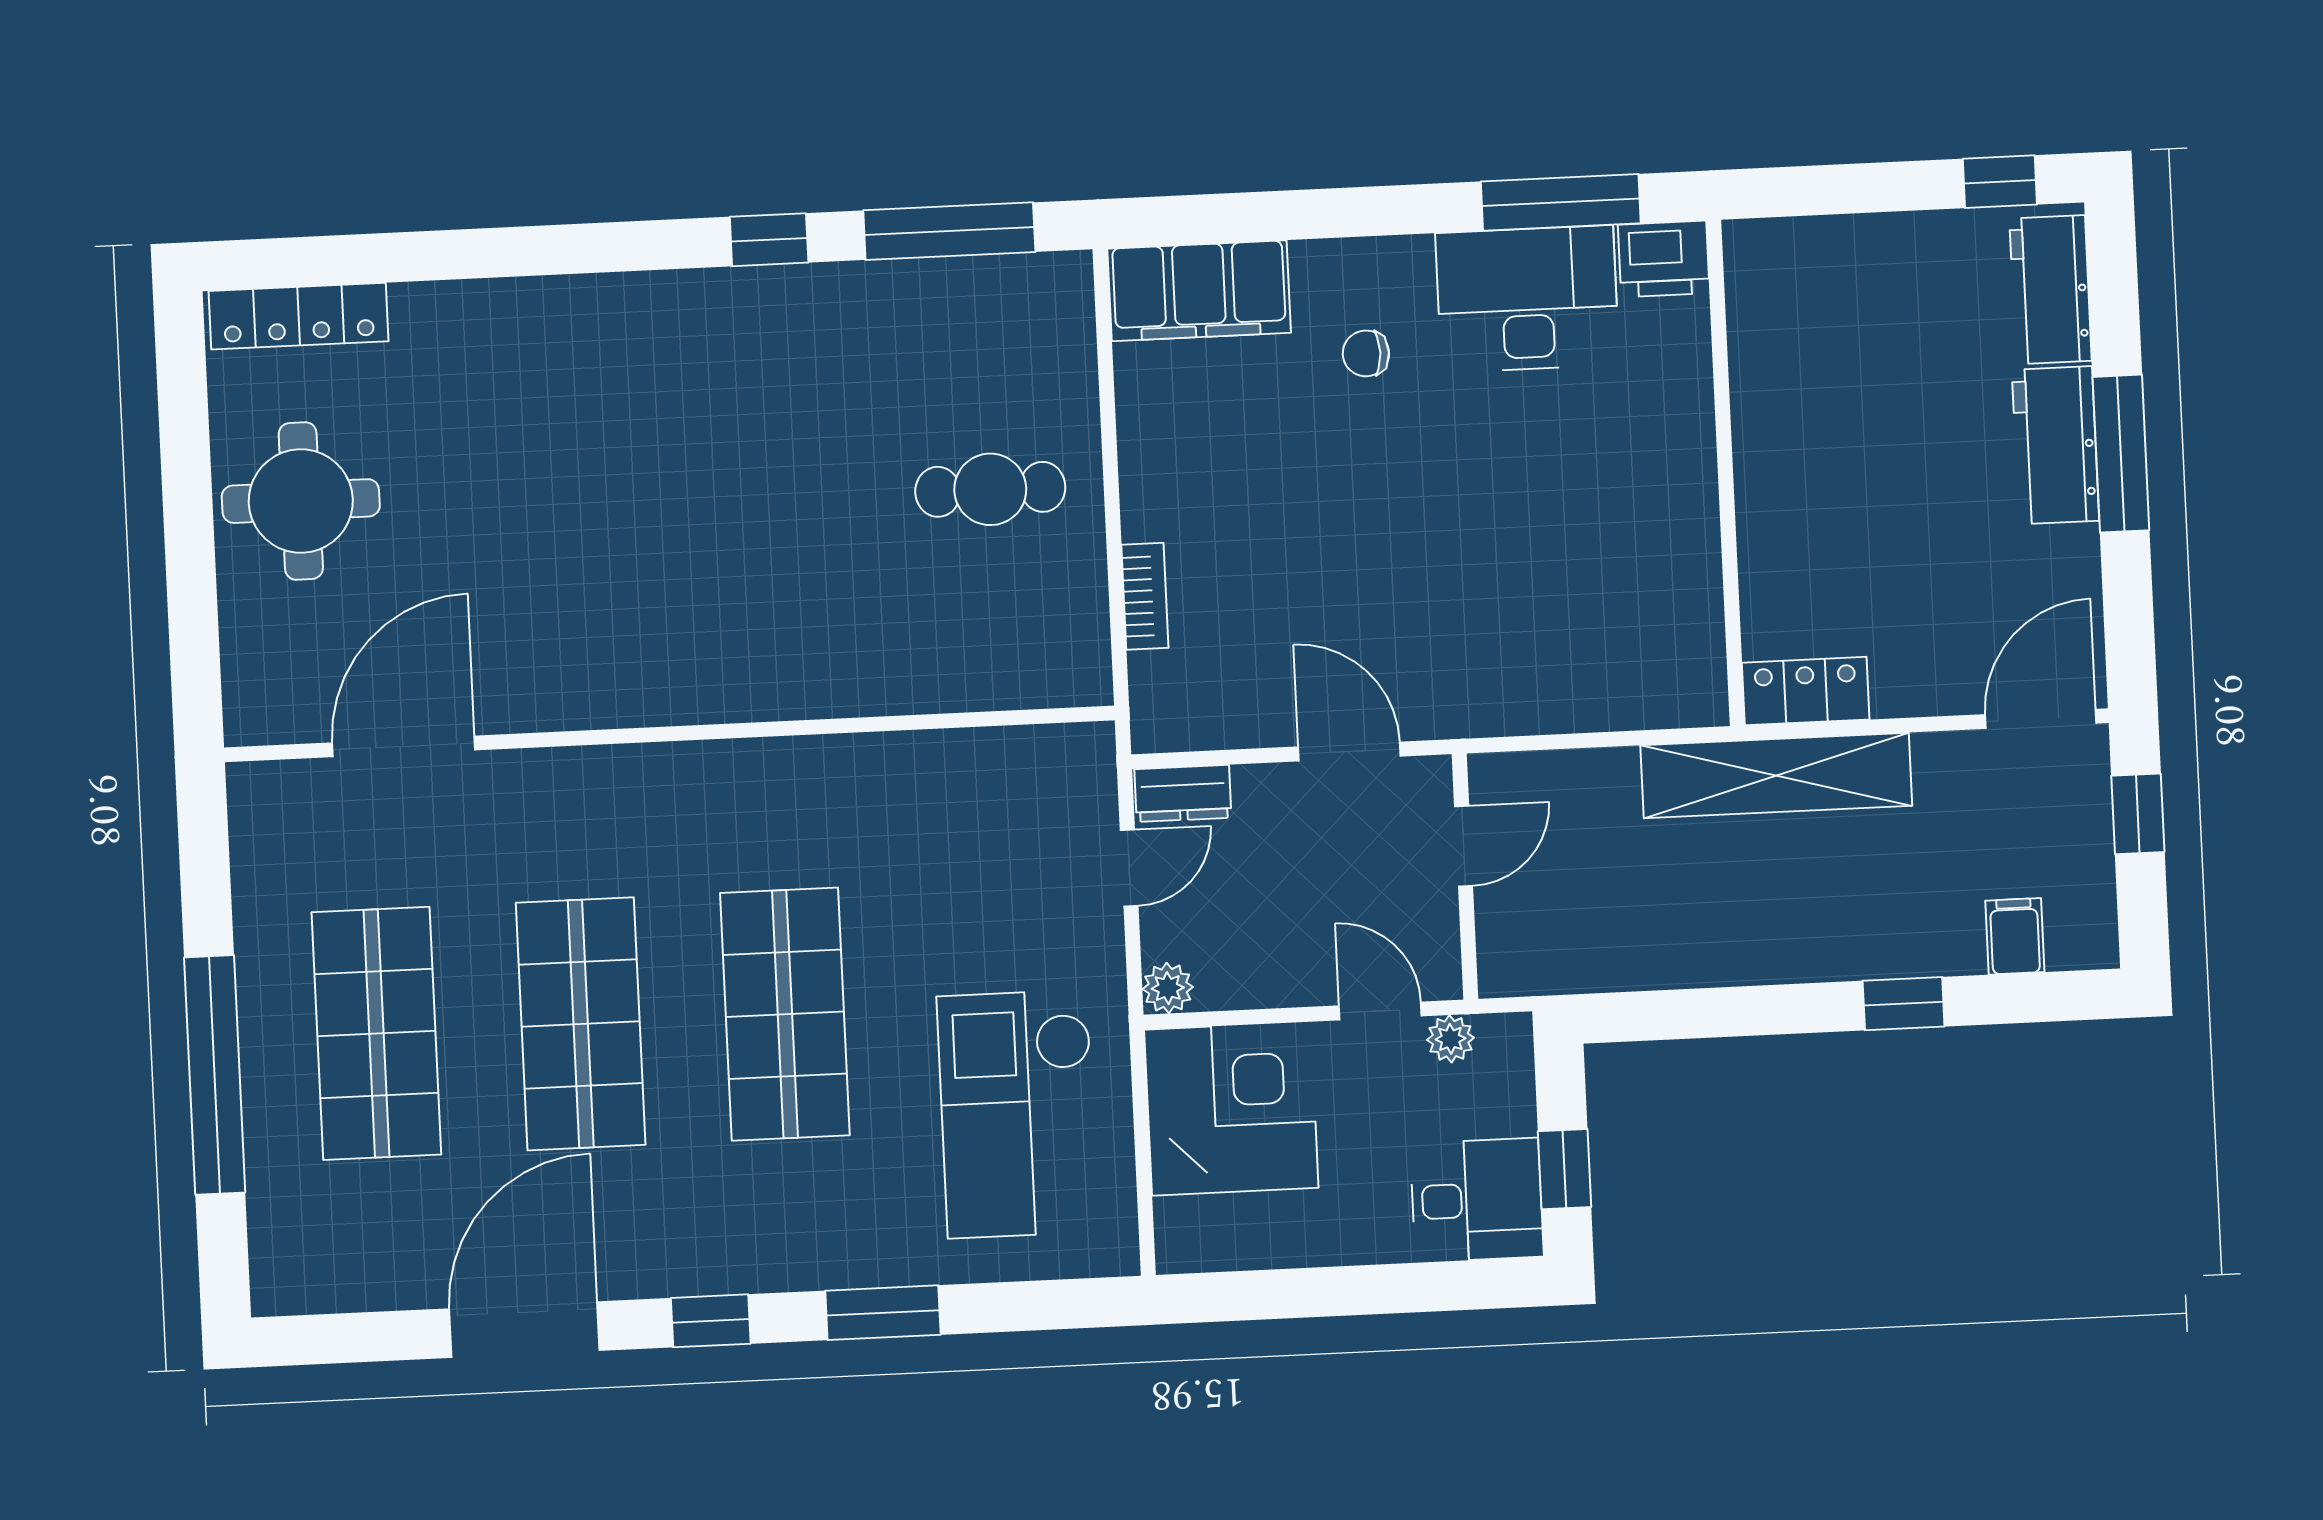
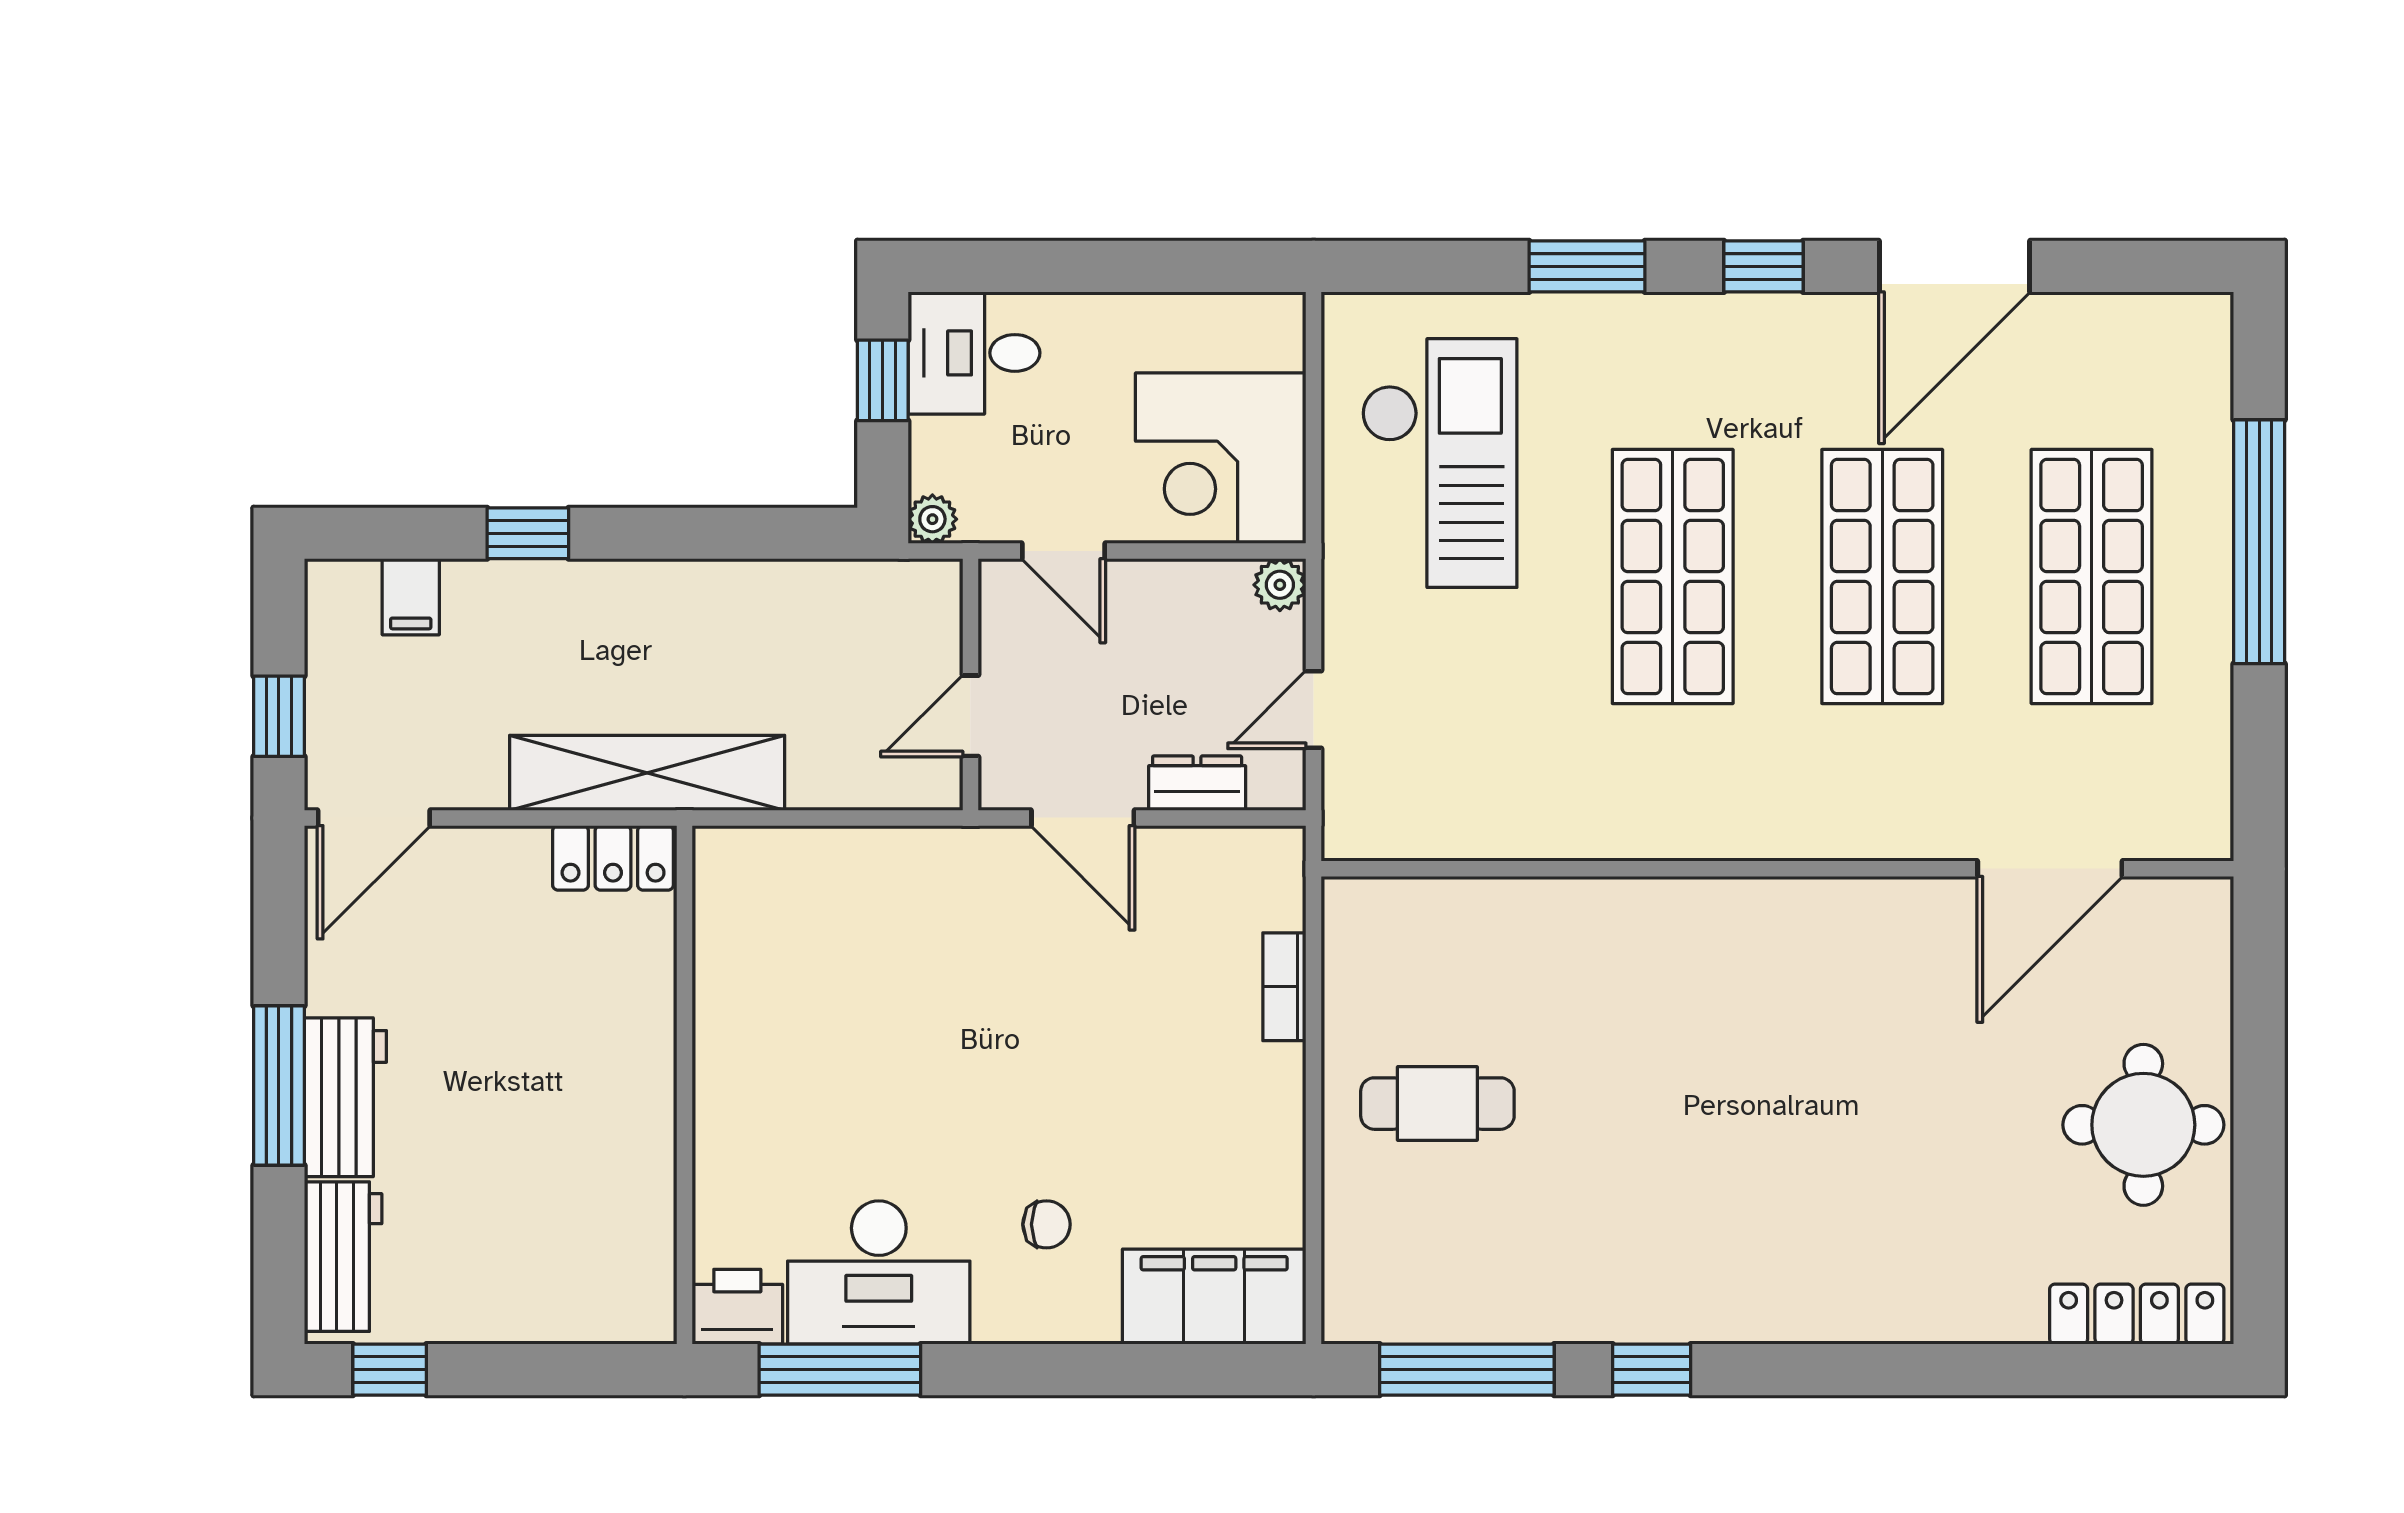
dresser: (1183, 793) -> (1197, 783), moved
plant: (1450, 1039) -> (932, 519), moved

